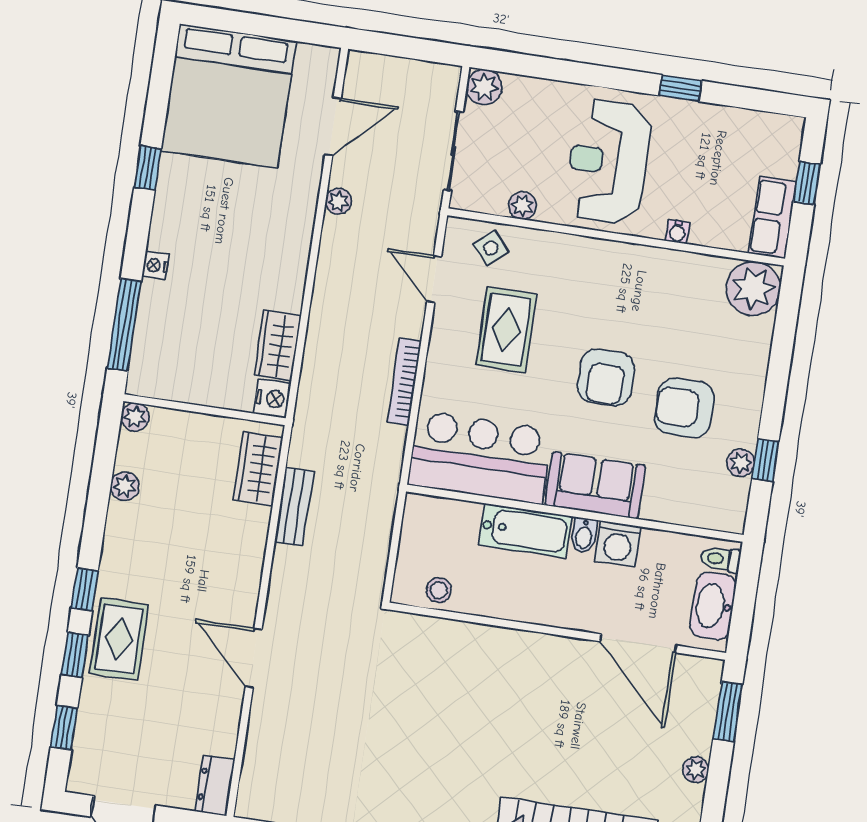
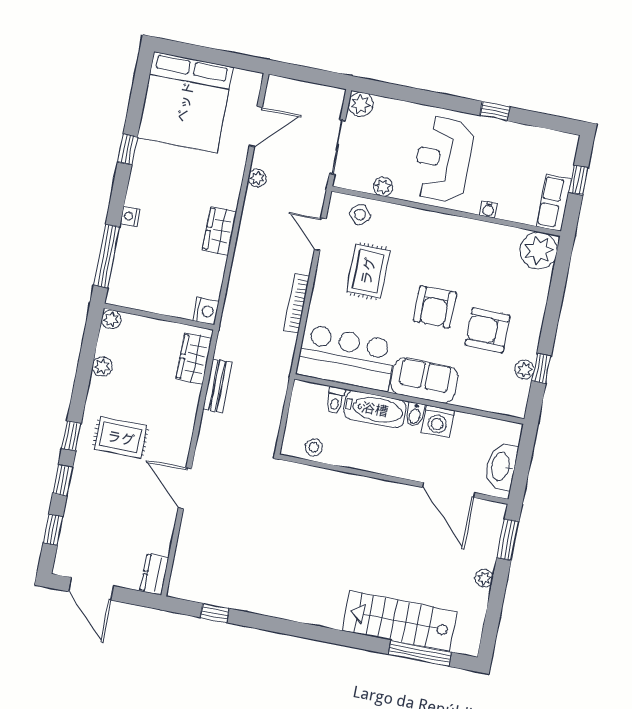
wardrobe: (277, 345) -> (220, 231), moved
toilet: (721, 559) -> (335, 400), moved, turned -90
rug: (119, 639) -> (121, 438), moved, turned 90

